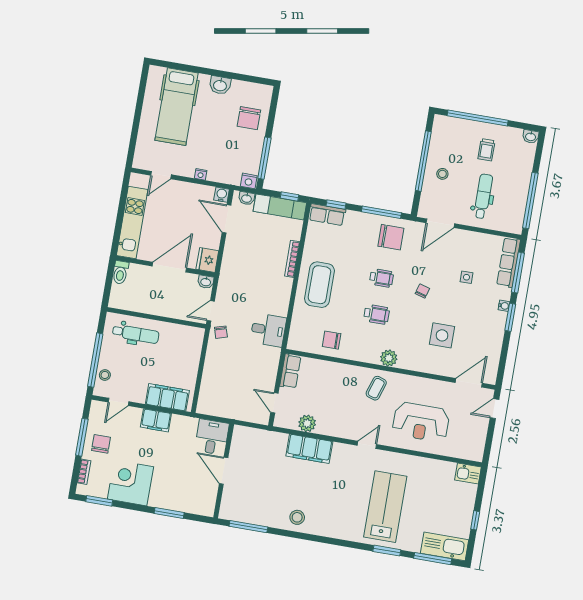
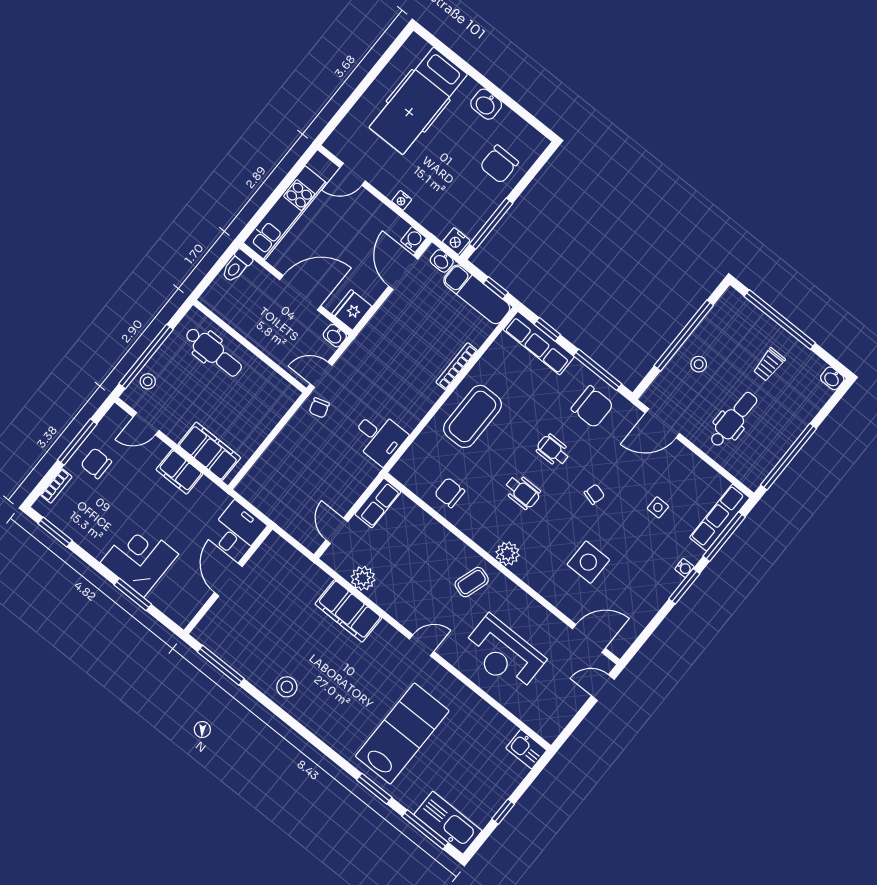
row of seats: (327, 215) -> (539, 343), width x1.48
wheelchair: (381, 278) -> (553, 450), turned 180
chair: (101, 444) -> (96, 463), turned -90
corner desk: (130, 483) -> (139, 558), moved

